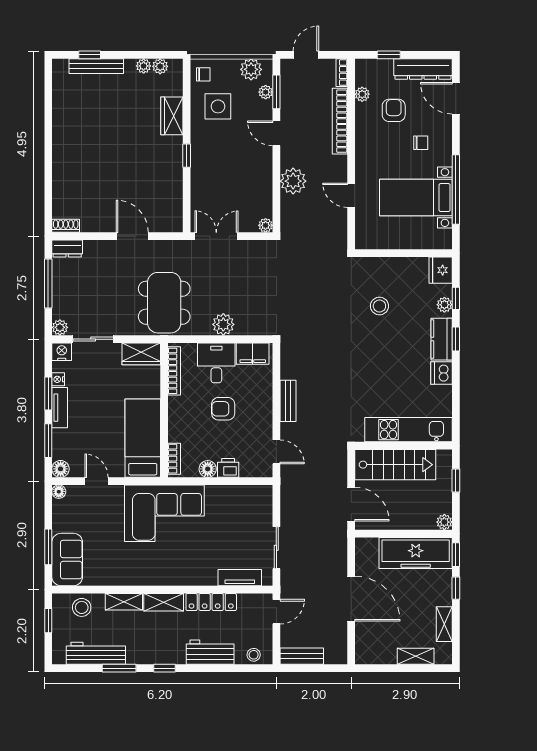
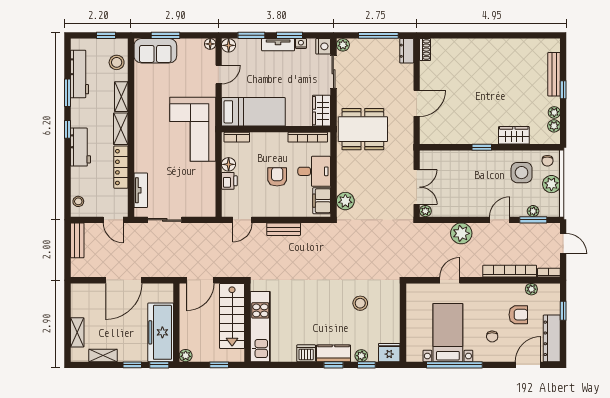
window: (90, 55) -> (563, 90), moved
plant: (251, 69) -> (551, 184), moved
double door: (216, 236) -> (417, 187), moved
plant: (223, 324) -> (345, 201), moved
workbench: (210, 652) -> (80, 147), moved

